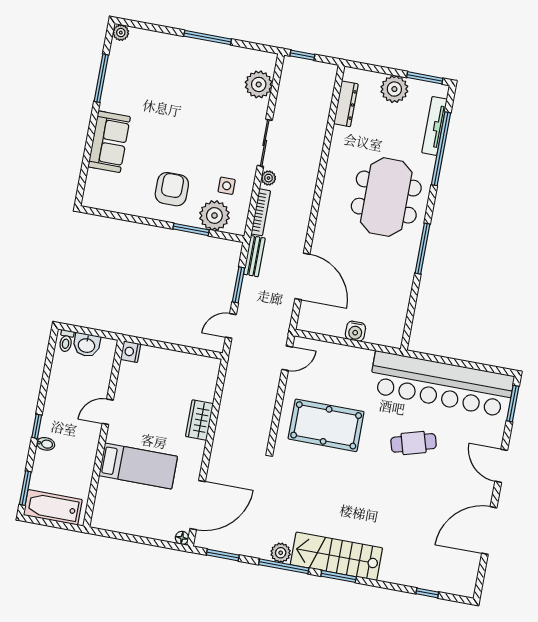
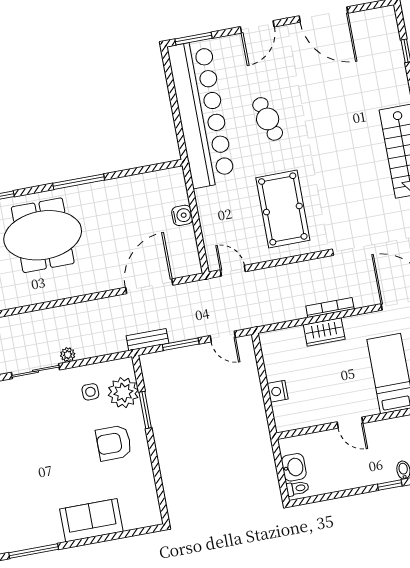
bookcase: (261, 212) -> (330, 307), moved
nightstand: (131, 352) -> (278, 391), moved, turned 90

